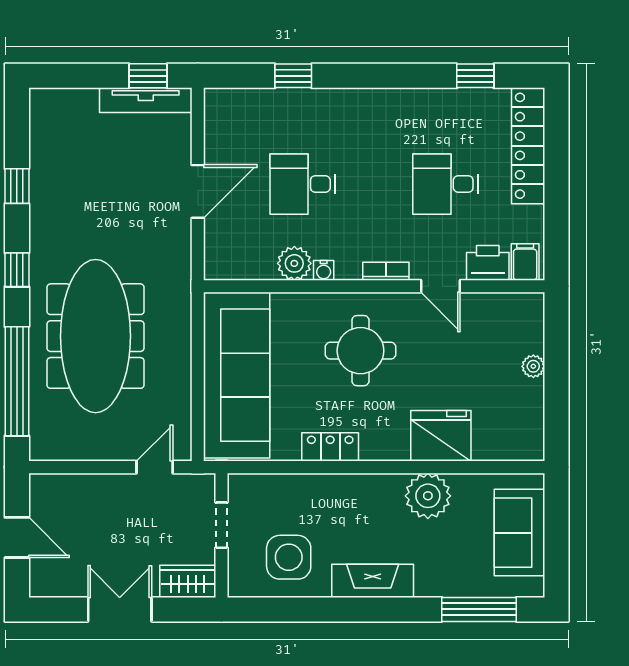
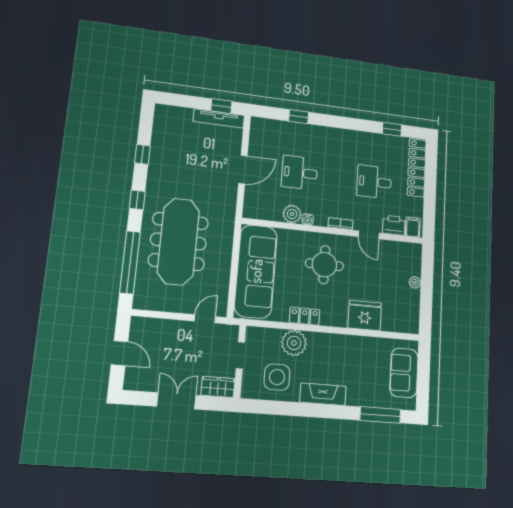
plant: (428, 496) -> (294, 343), moved

